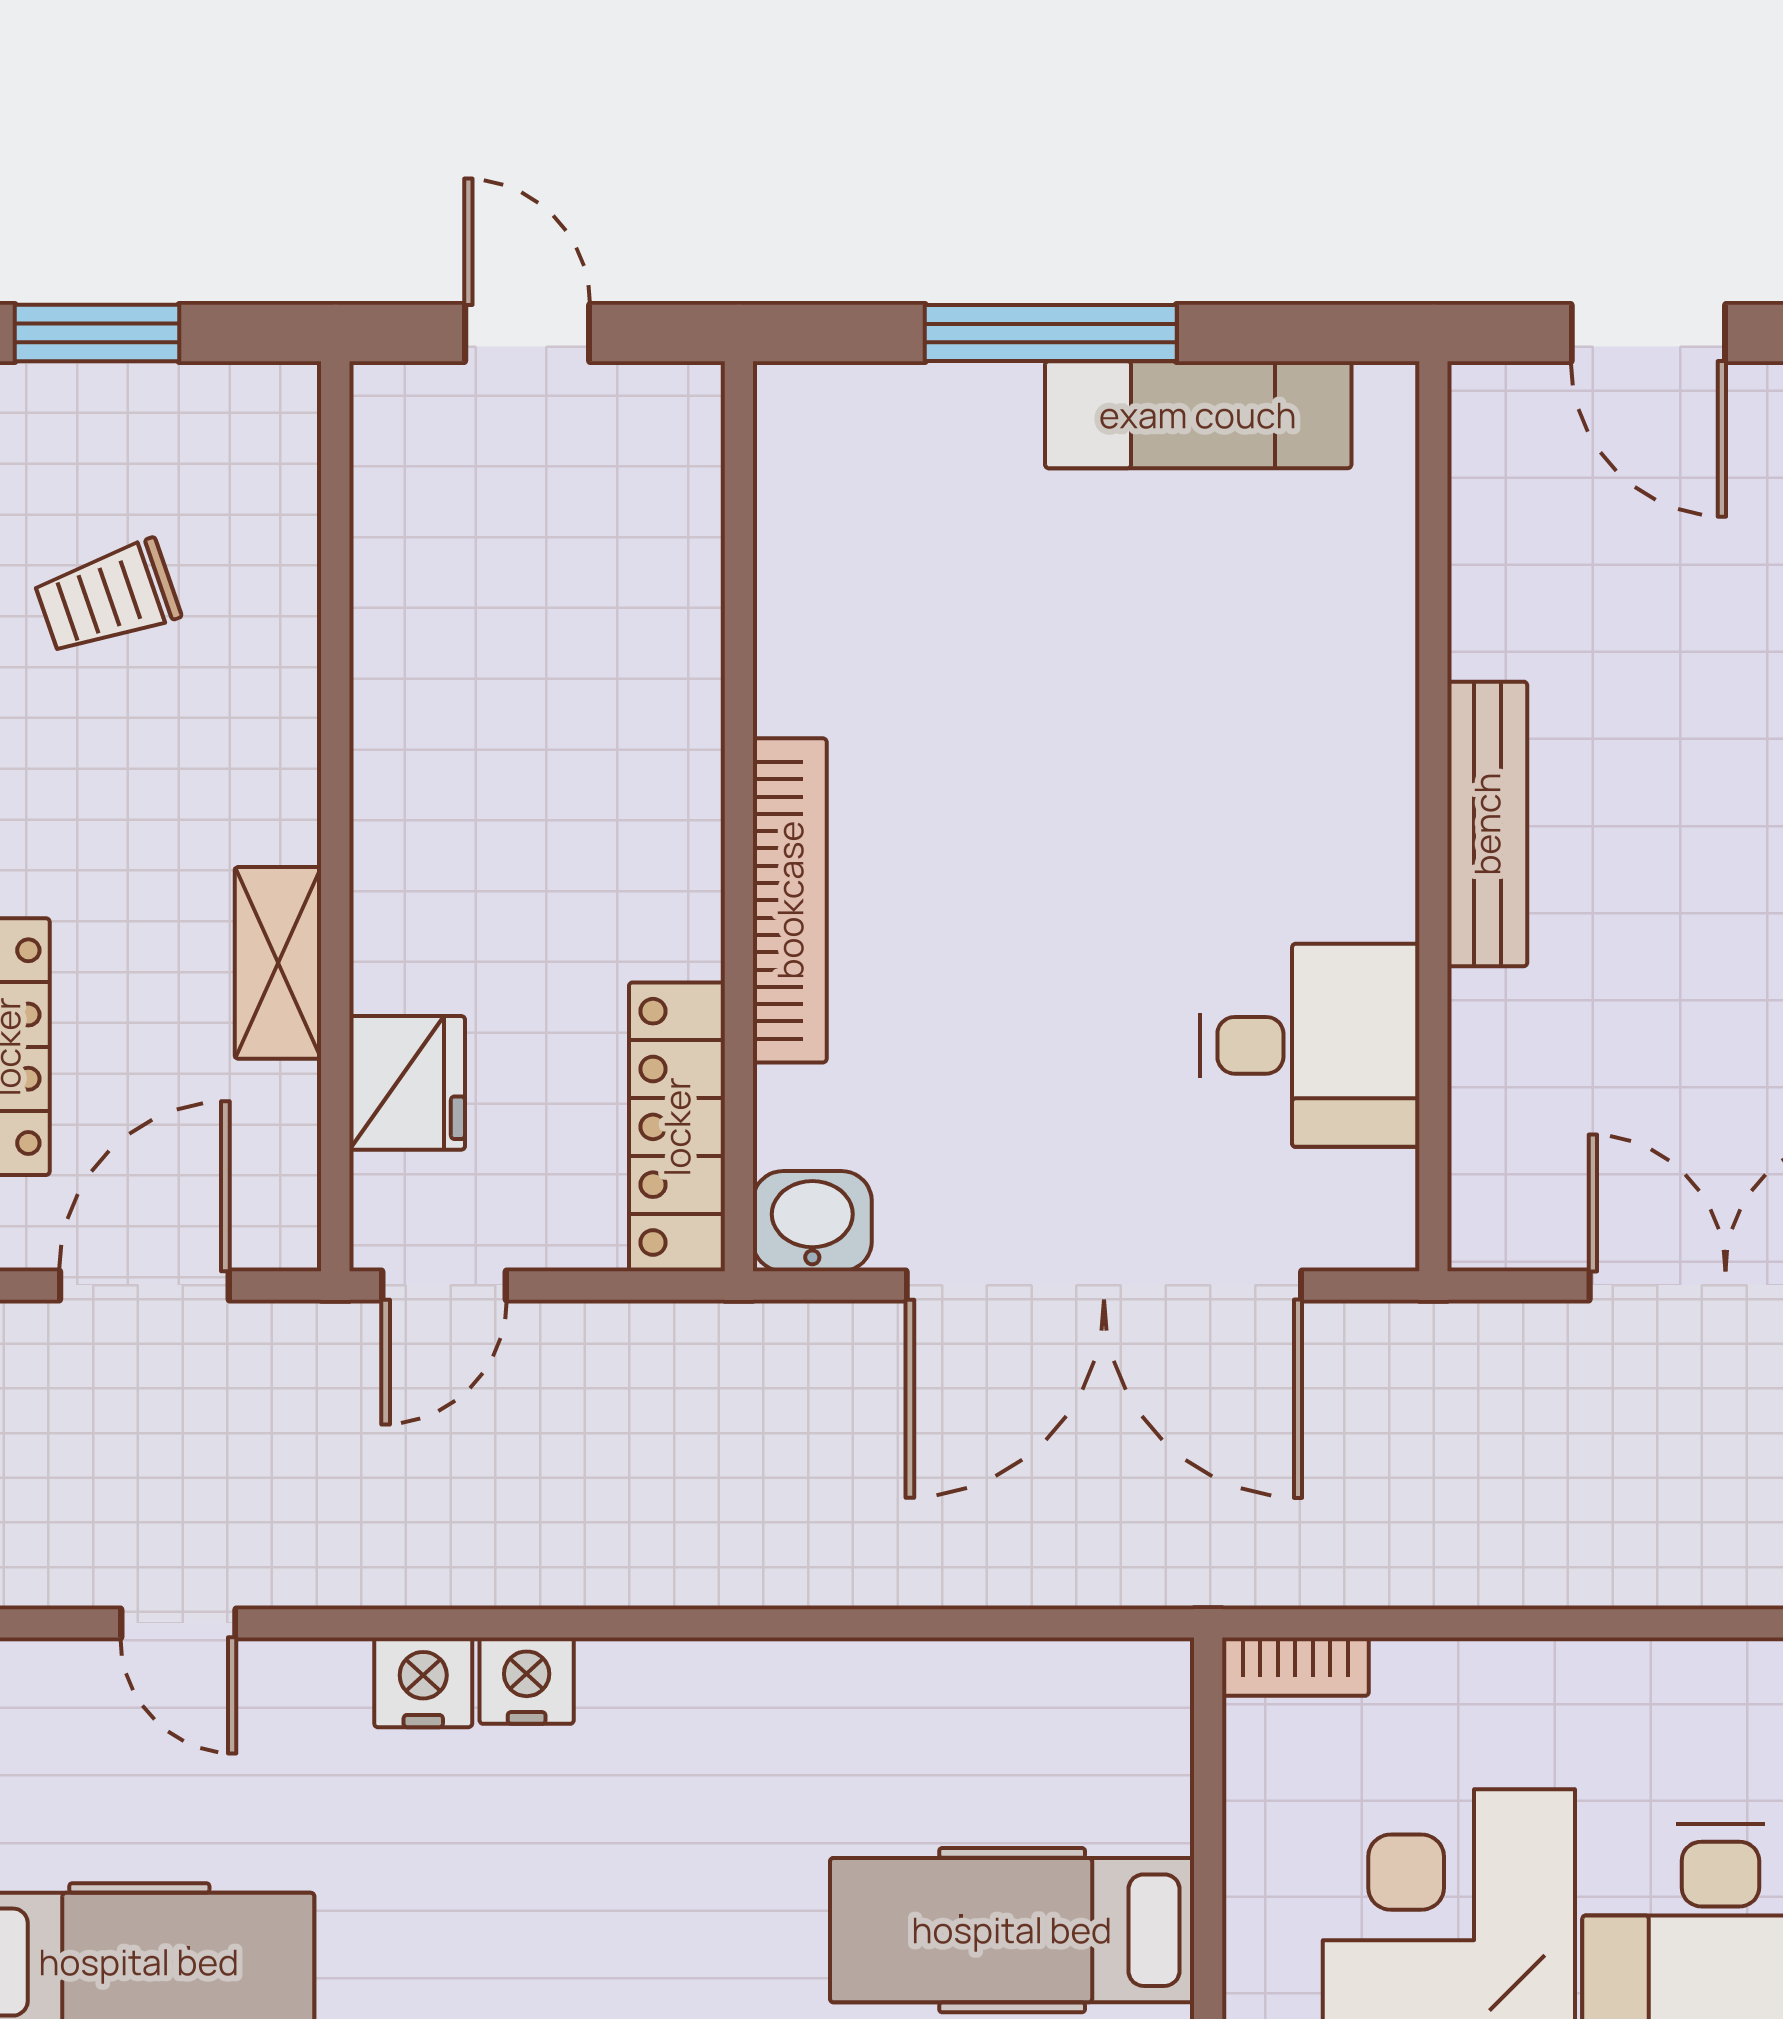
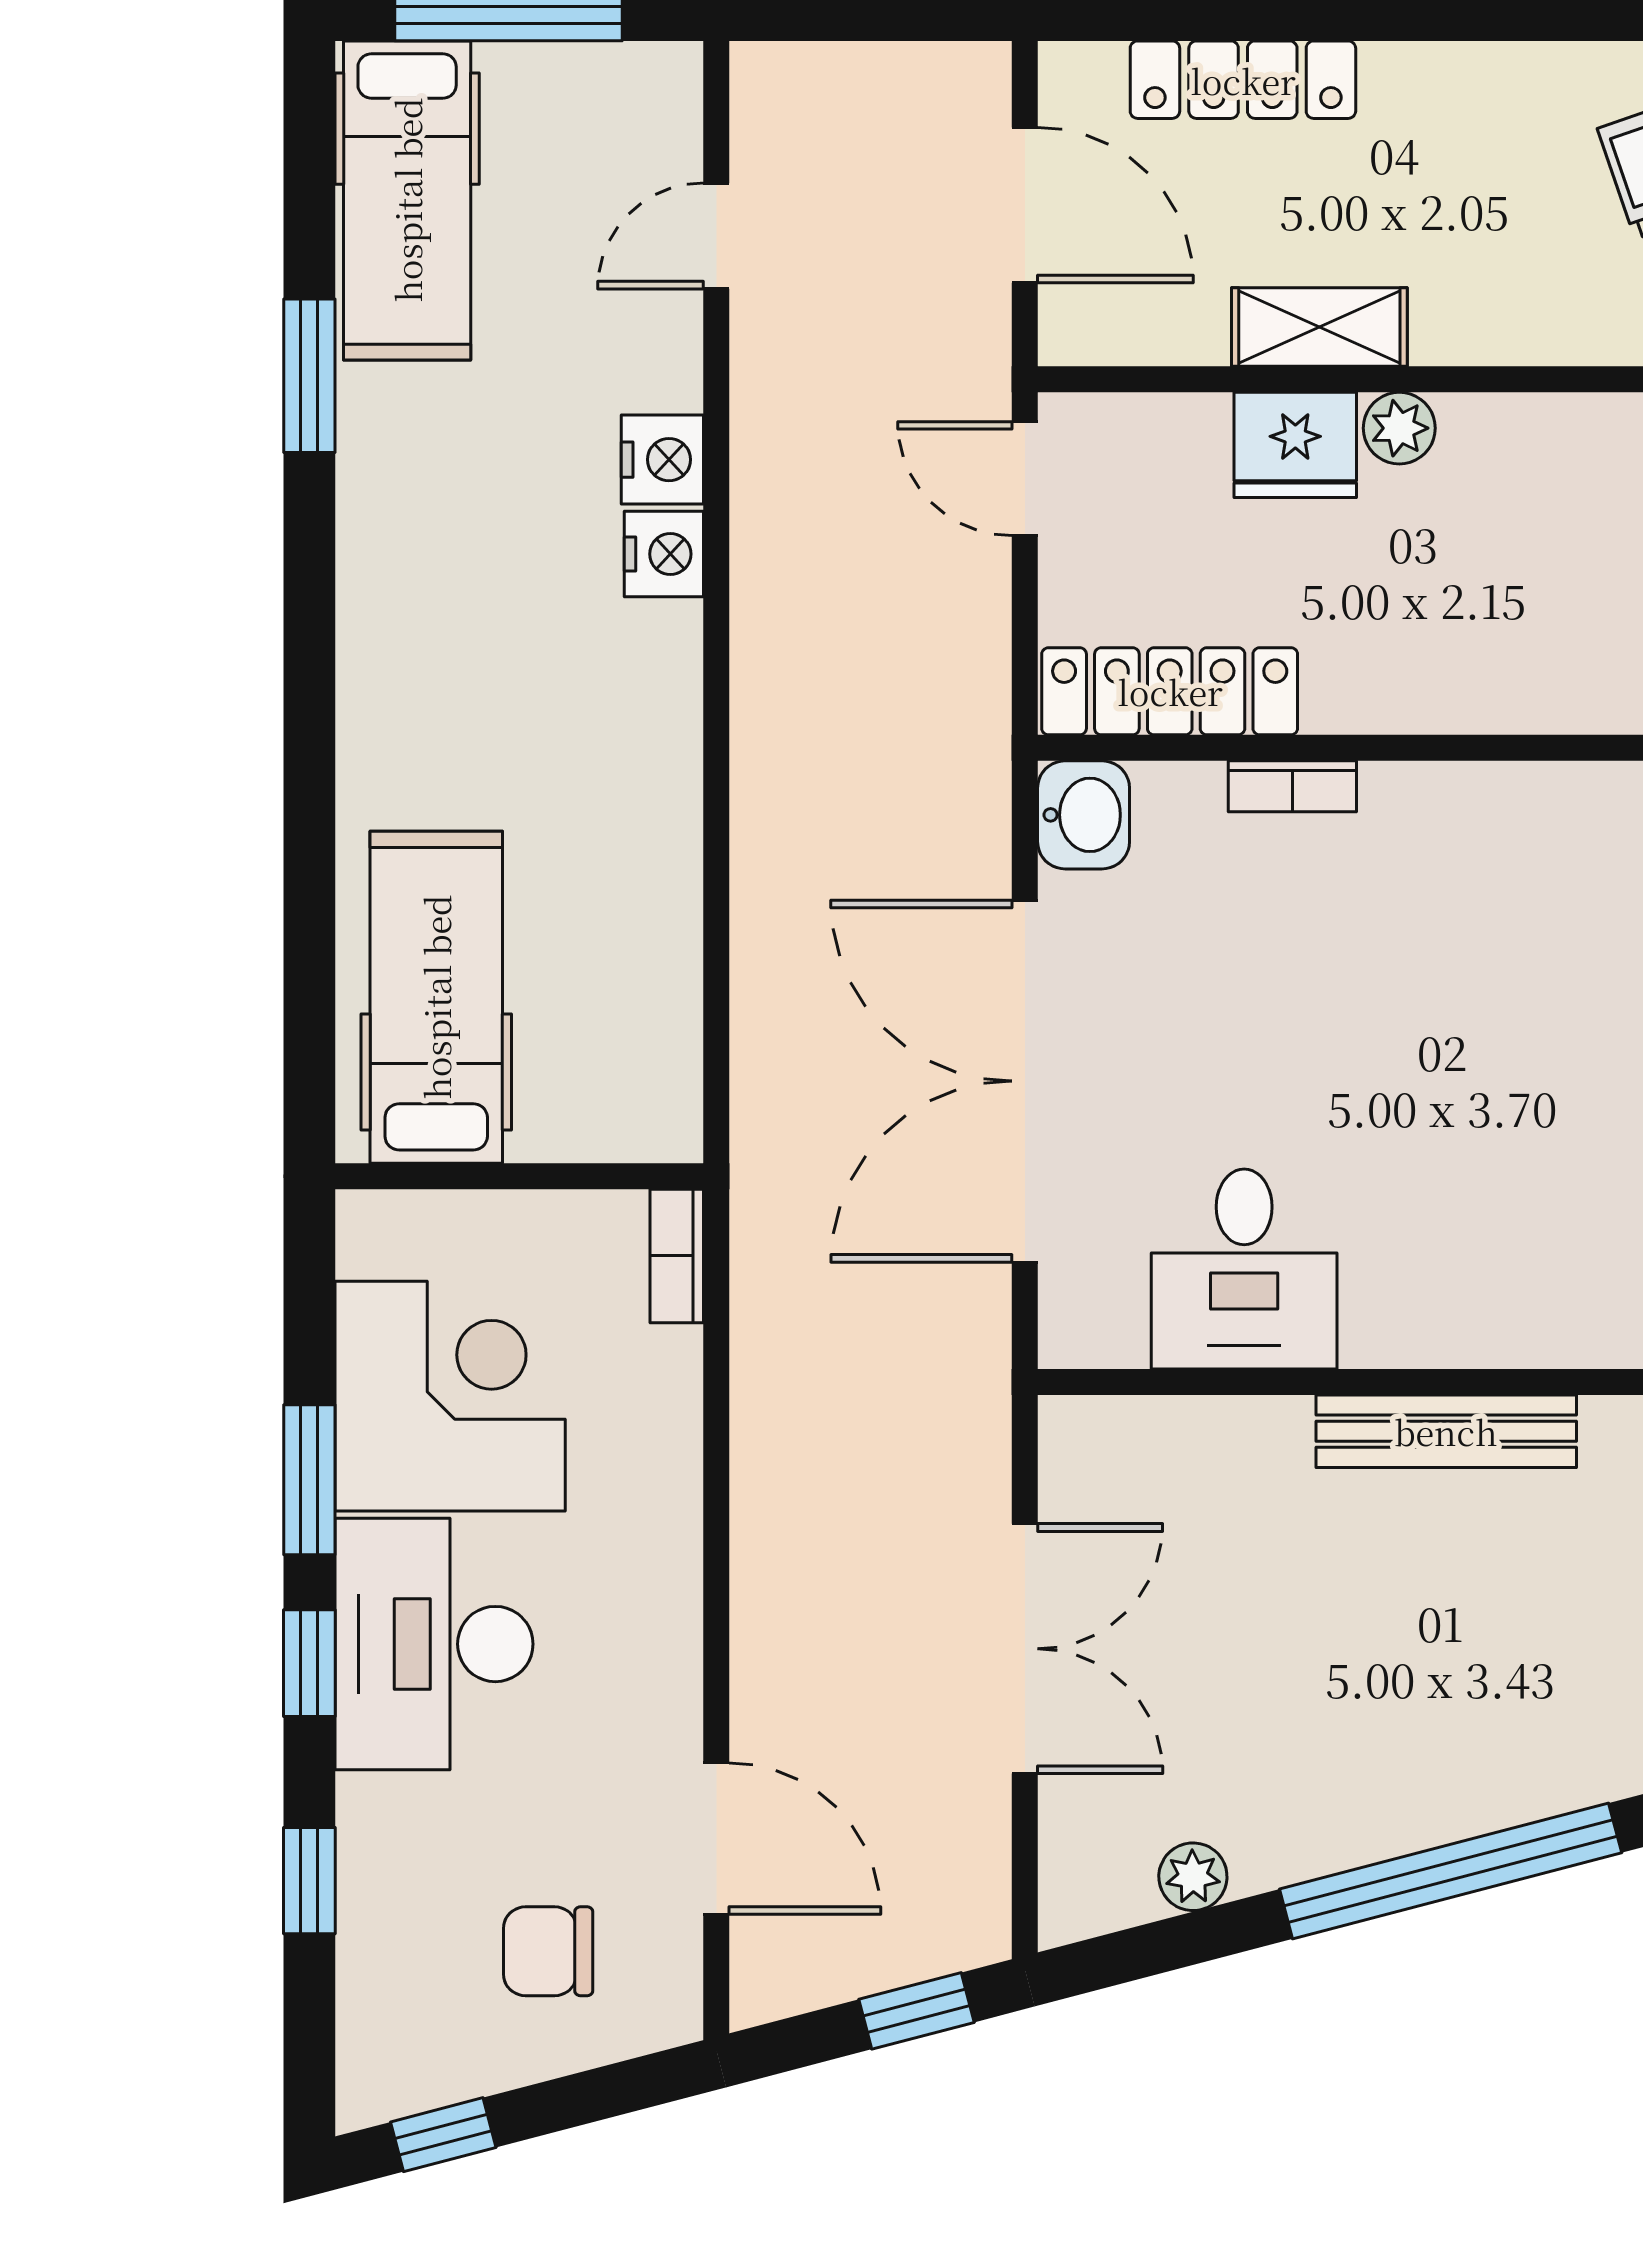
plant: (389, 875) -> (1399, 428), added
bookcase: (790, 900) -> (1292, 786), width x0.43, depth x0.76
fridge: (407, 1083) -> (1295, 445), moved

